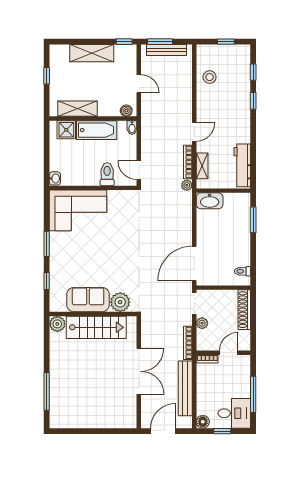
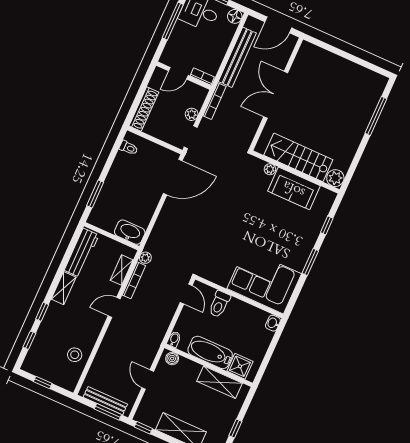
shelving: (244, 129) -> (64, 288), added
plant: (120, 302) -> (270, 169), width x0.53, depth x0.53

